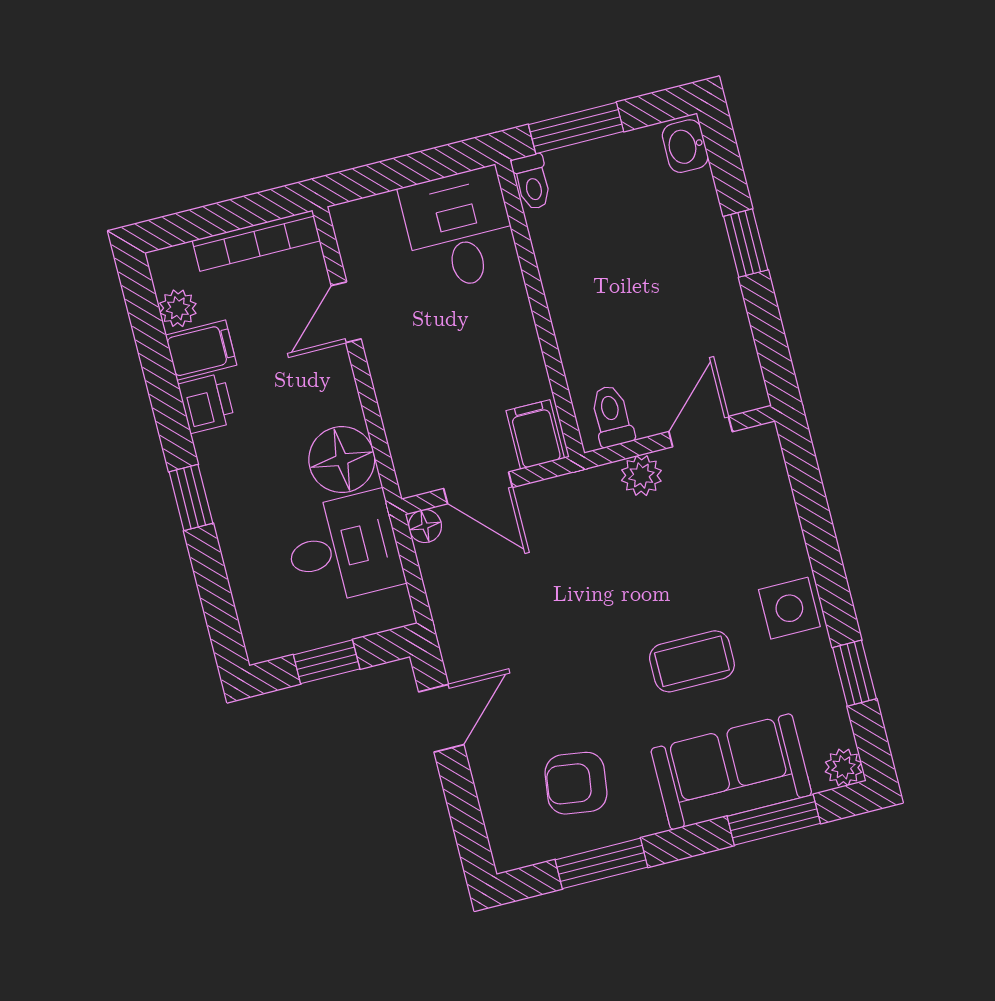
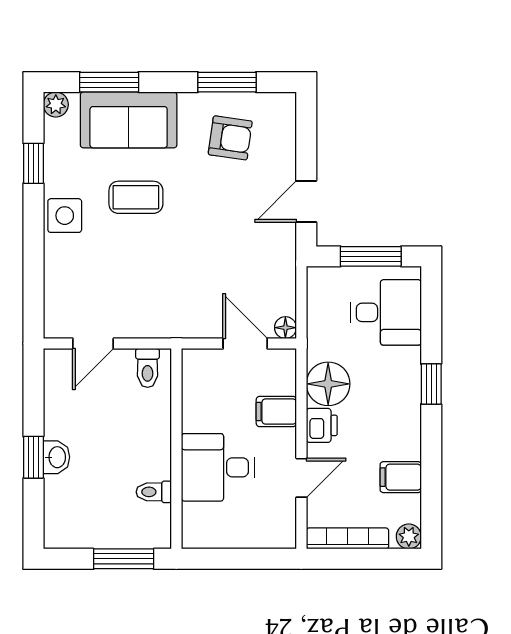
washbasin: (685, 146) -> (56, 457), moved
toilet: (532, 182) -> (154, 492), moved, turned -90
desk: (459, 230) -> (218, 467), moved, turned 90
plant: (178, 308) -> (409, 536), moved
printer: (207, 403) -> (322, 425), moved, turned 180
filing cabinet: (535, 435) -> (276, 412), moved, turned 90
plant: (641, 476) -> (138, 325), removed
desk: (343, 548) -> (386, 312), moved, turned 180
window: (327, 662) -> (371, 256), width x1.50

